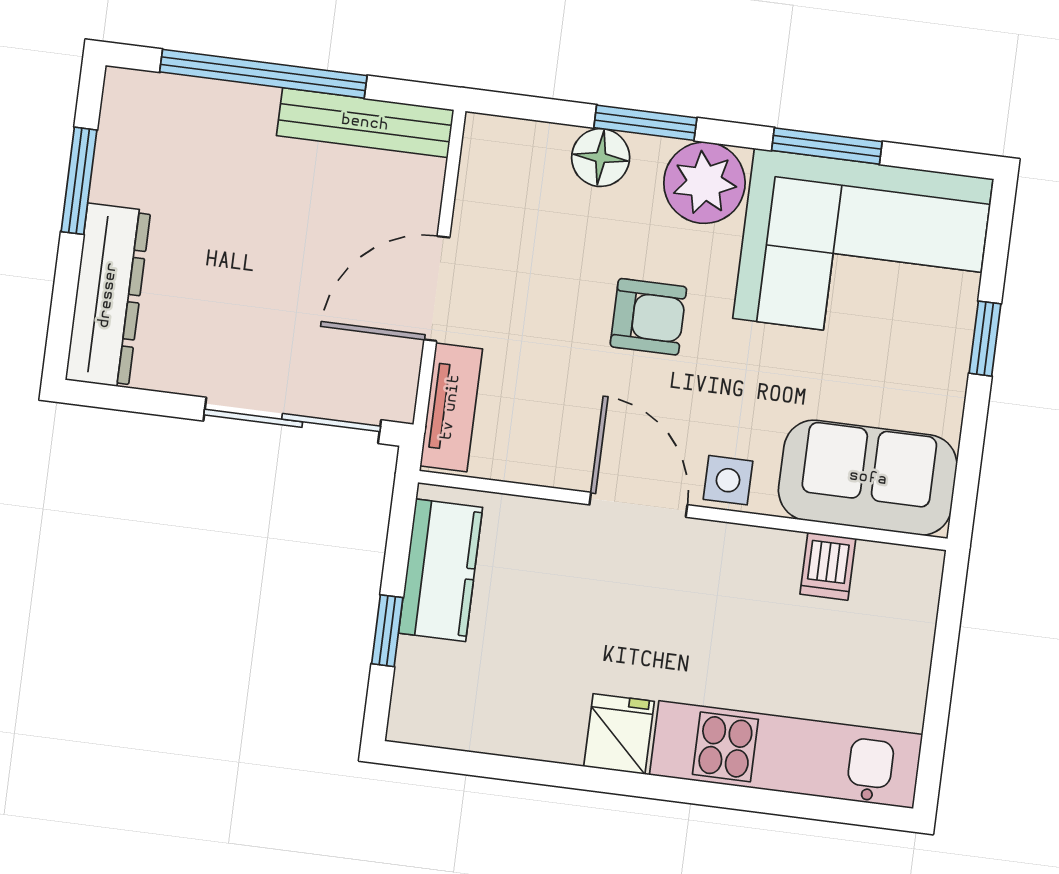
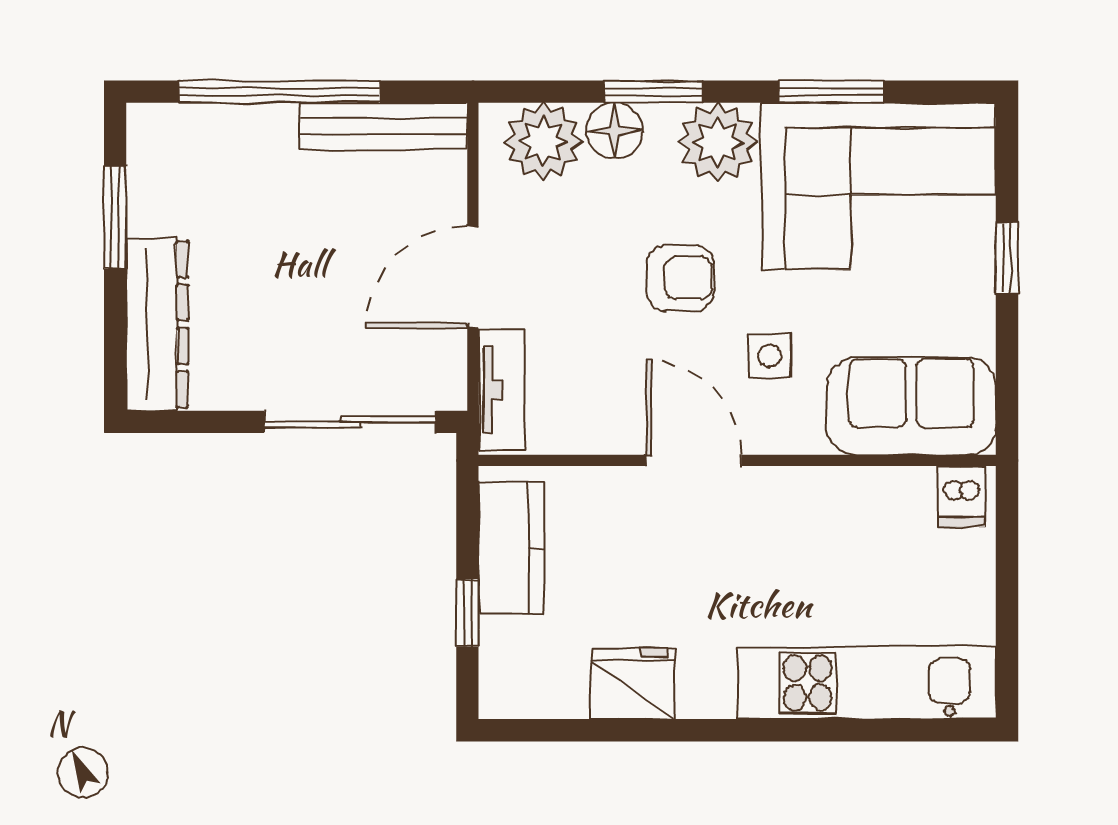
plant: (526, 159) -> (543, 142), added
side table: (728, 480) -> (770, 356), moved
dishwasher: (828, 566) -> (961, 496), moved
fridge: (619, 734) -> (633, 684), moved, width x1.38

